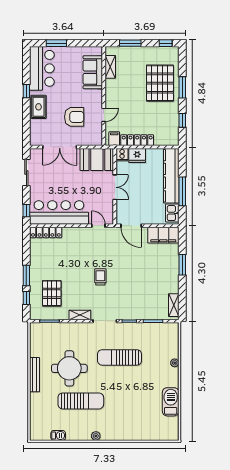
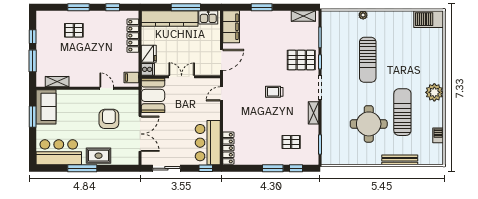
window: (56, 43) -> (33, 117), moved
window: (166, 43) -> (33, 37), moved
sofa: (93, 72) -> (46, 107), moved, turned -90
pallet: (160, 83) -> (74, 30), width x0.49, depth x0.50
window: (26, 91) -> (82, 168), width x2.17
locker: (137, 140) -> (133, 36), moved
bar counter: (59, 213) -> (208, 143), width x0.73
pallet: (52, 293) -> (291, 142), width x0.67, depth x0.71
pallet: (131, 303) -> (301, 60), added
sun lounger: (119, 357) -> (368, 60), moved
bench: (35, 375) -> (400, 160), moved
barbecue: (171, 402) -> (429, 19), moved
plant: (96, 436) -> (434, 92), width x1.87, depth x1.87

